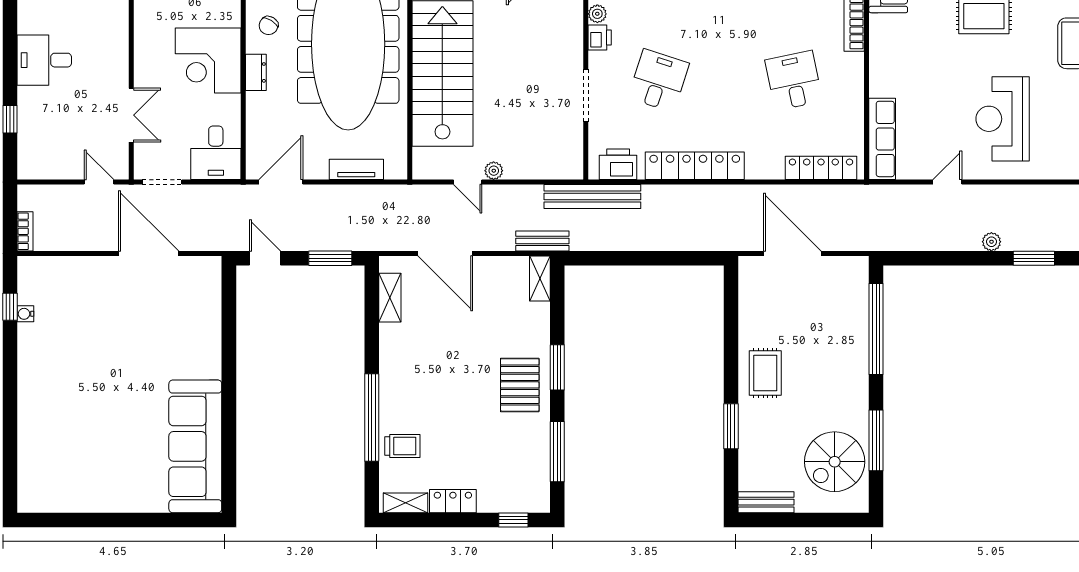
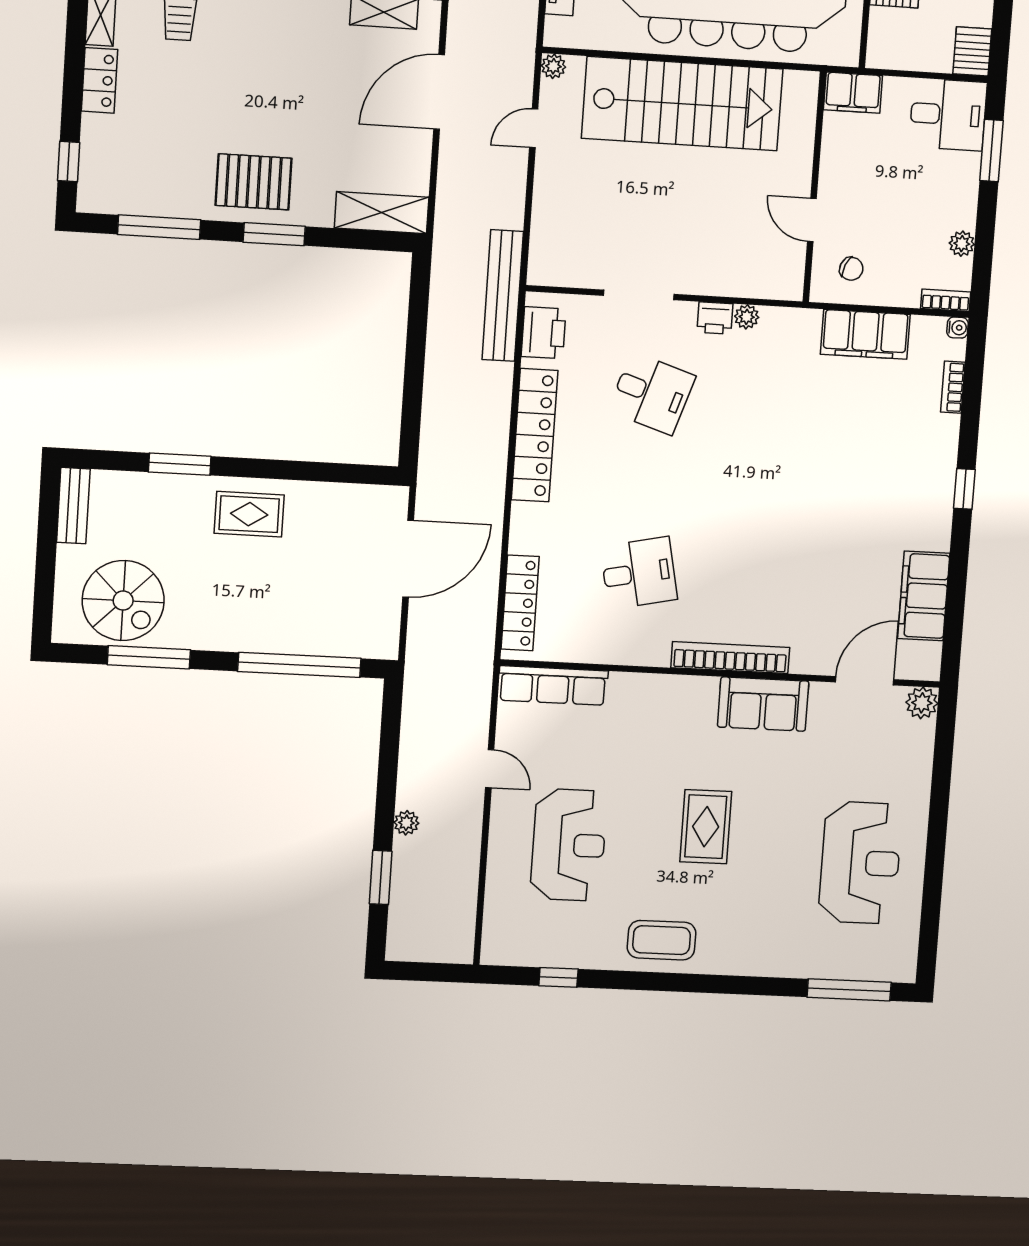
reception desk: (1003, 119) -> (569, 845), turned 90
plant: (494, 171) -> (553, 66), moved
bench: (542, 241) -> (447, 225), removed
shelving: (540, 278) -> (382, 213), width x1.50, depth x1.33
spiral stairs: (835, 462) -> (123, 601), turned 180

